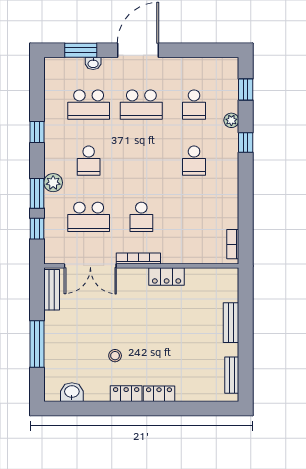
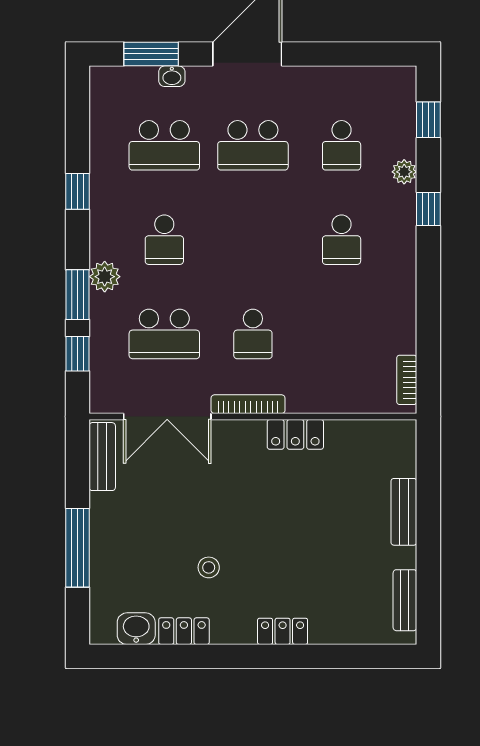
locker: (126, 394) -> (184, 631), moved

